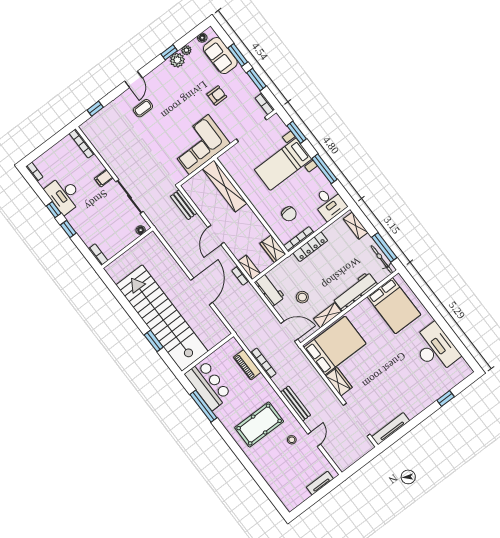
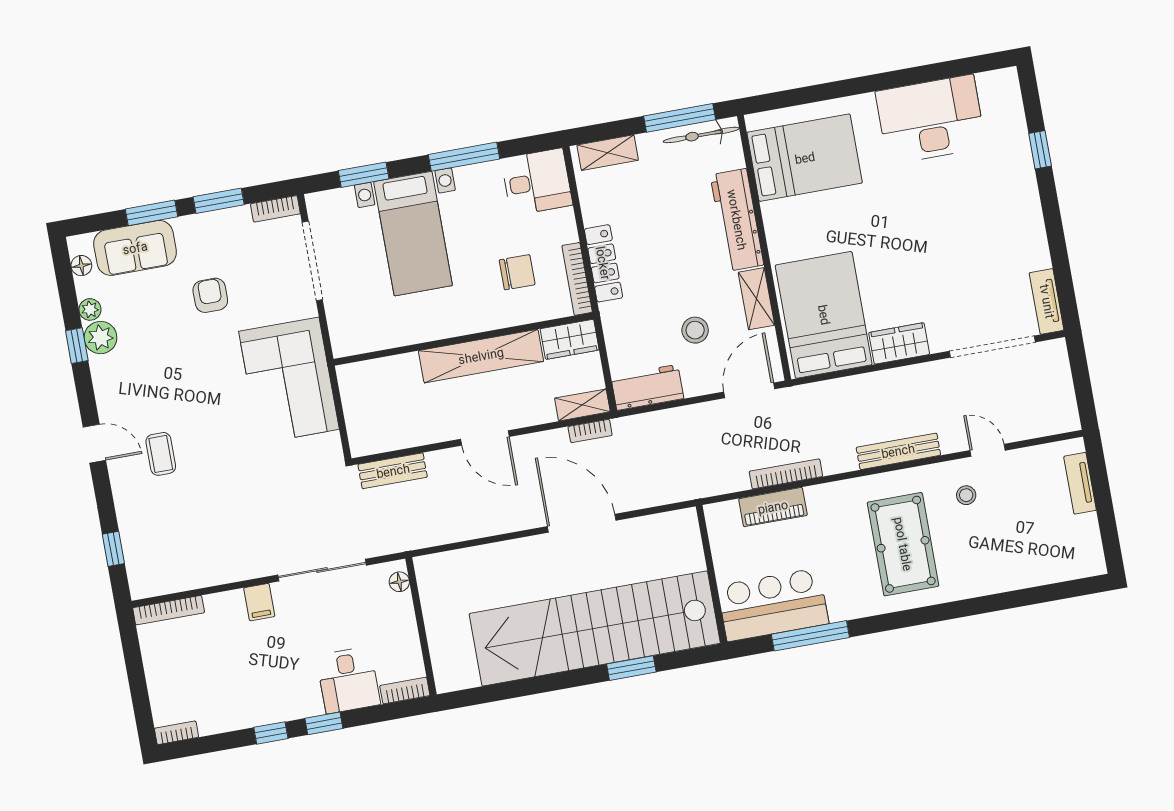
shelving: (225, 186) -> (481, 356), moved
desk: (64, 195) -> (348, 680), moved, width x0.73
tv unit: (391, 429) -> (1047, 301), width x0.71

